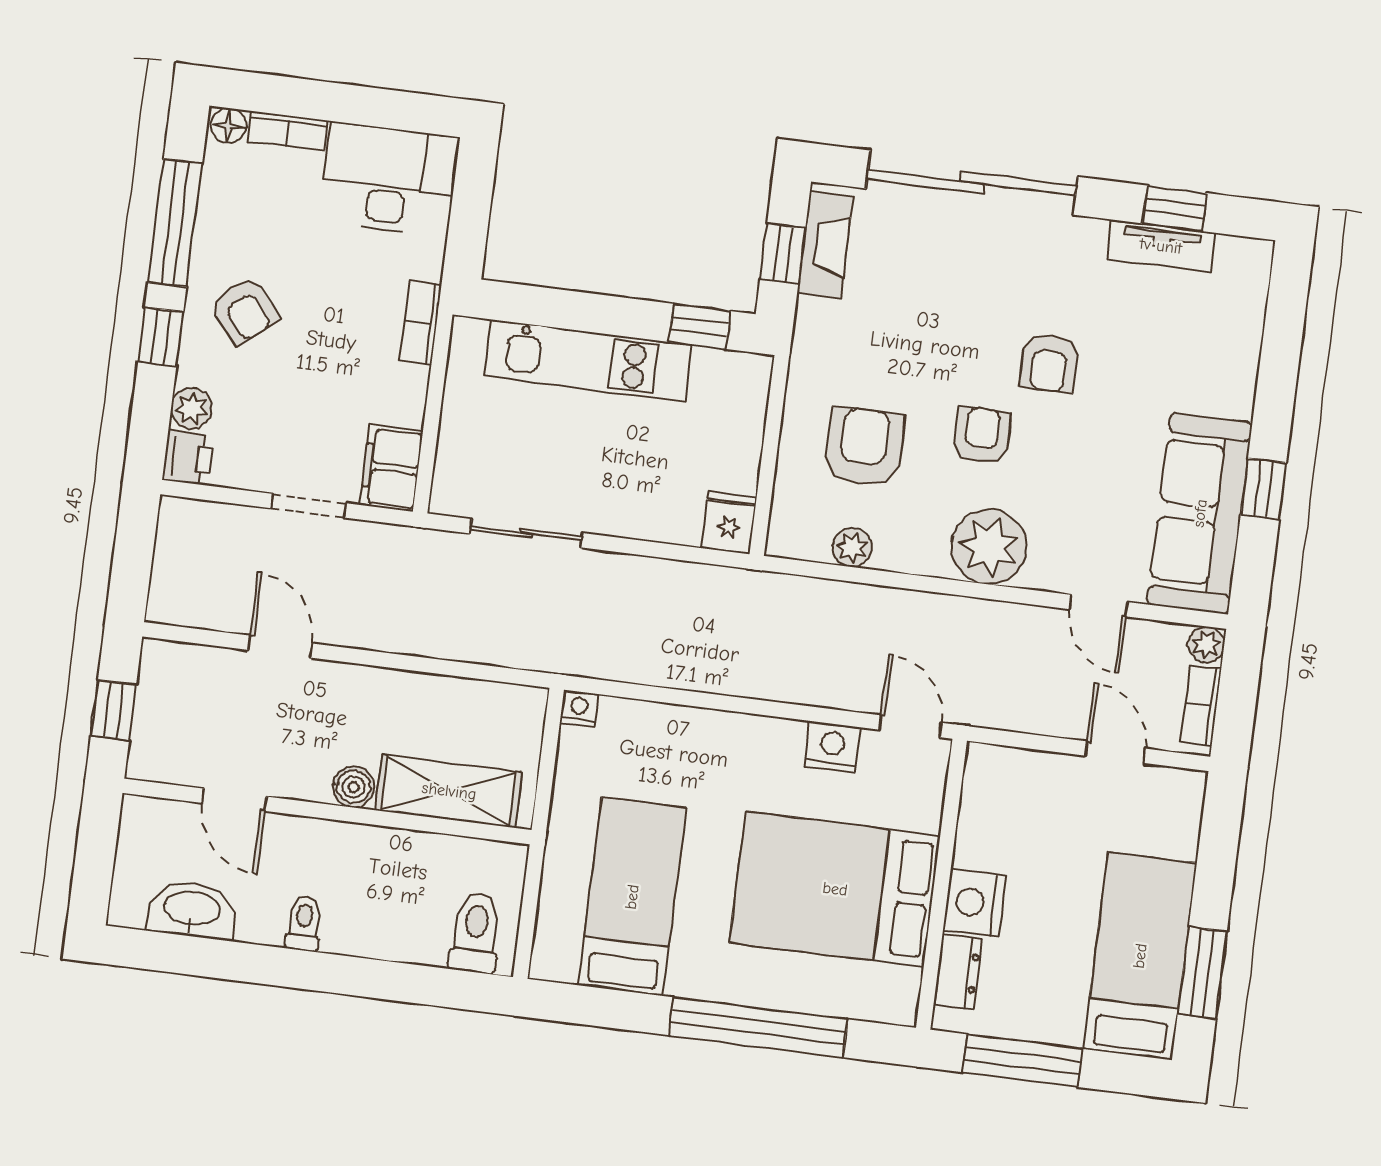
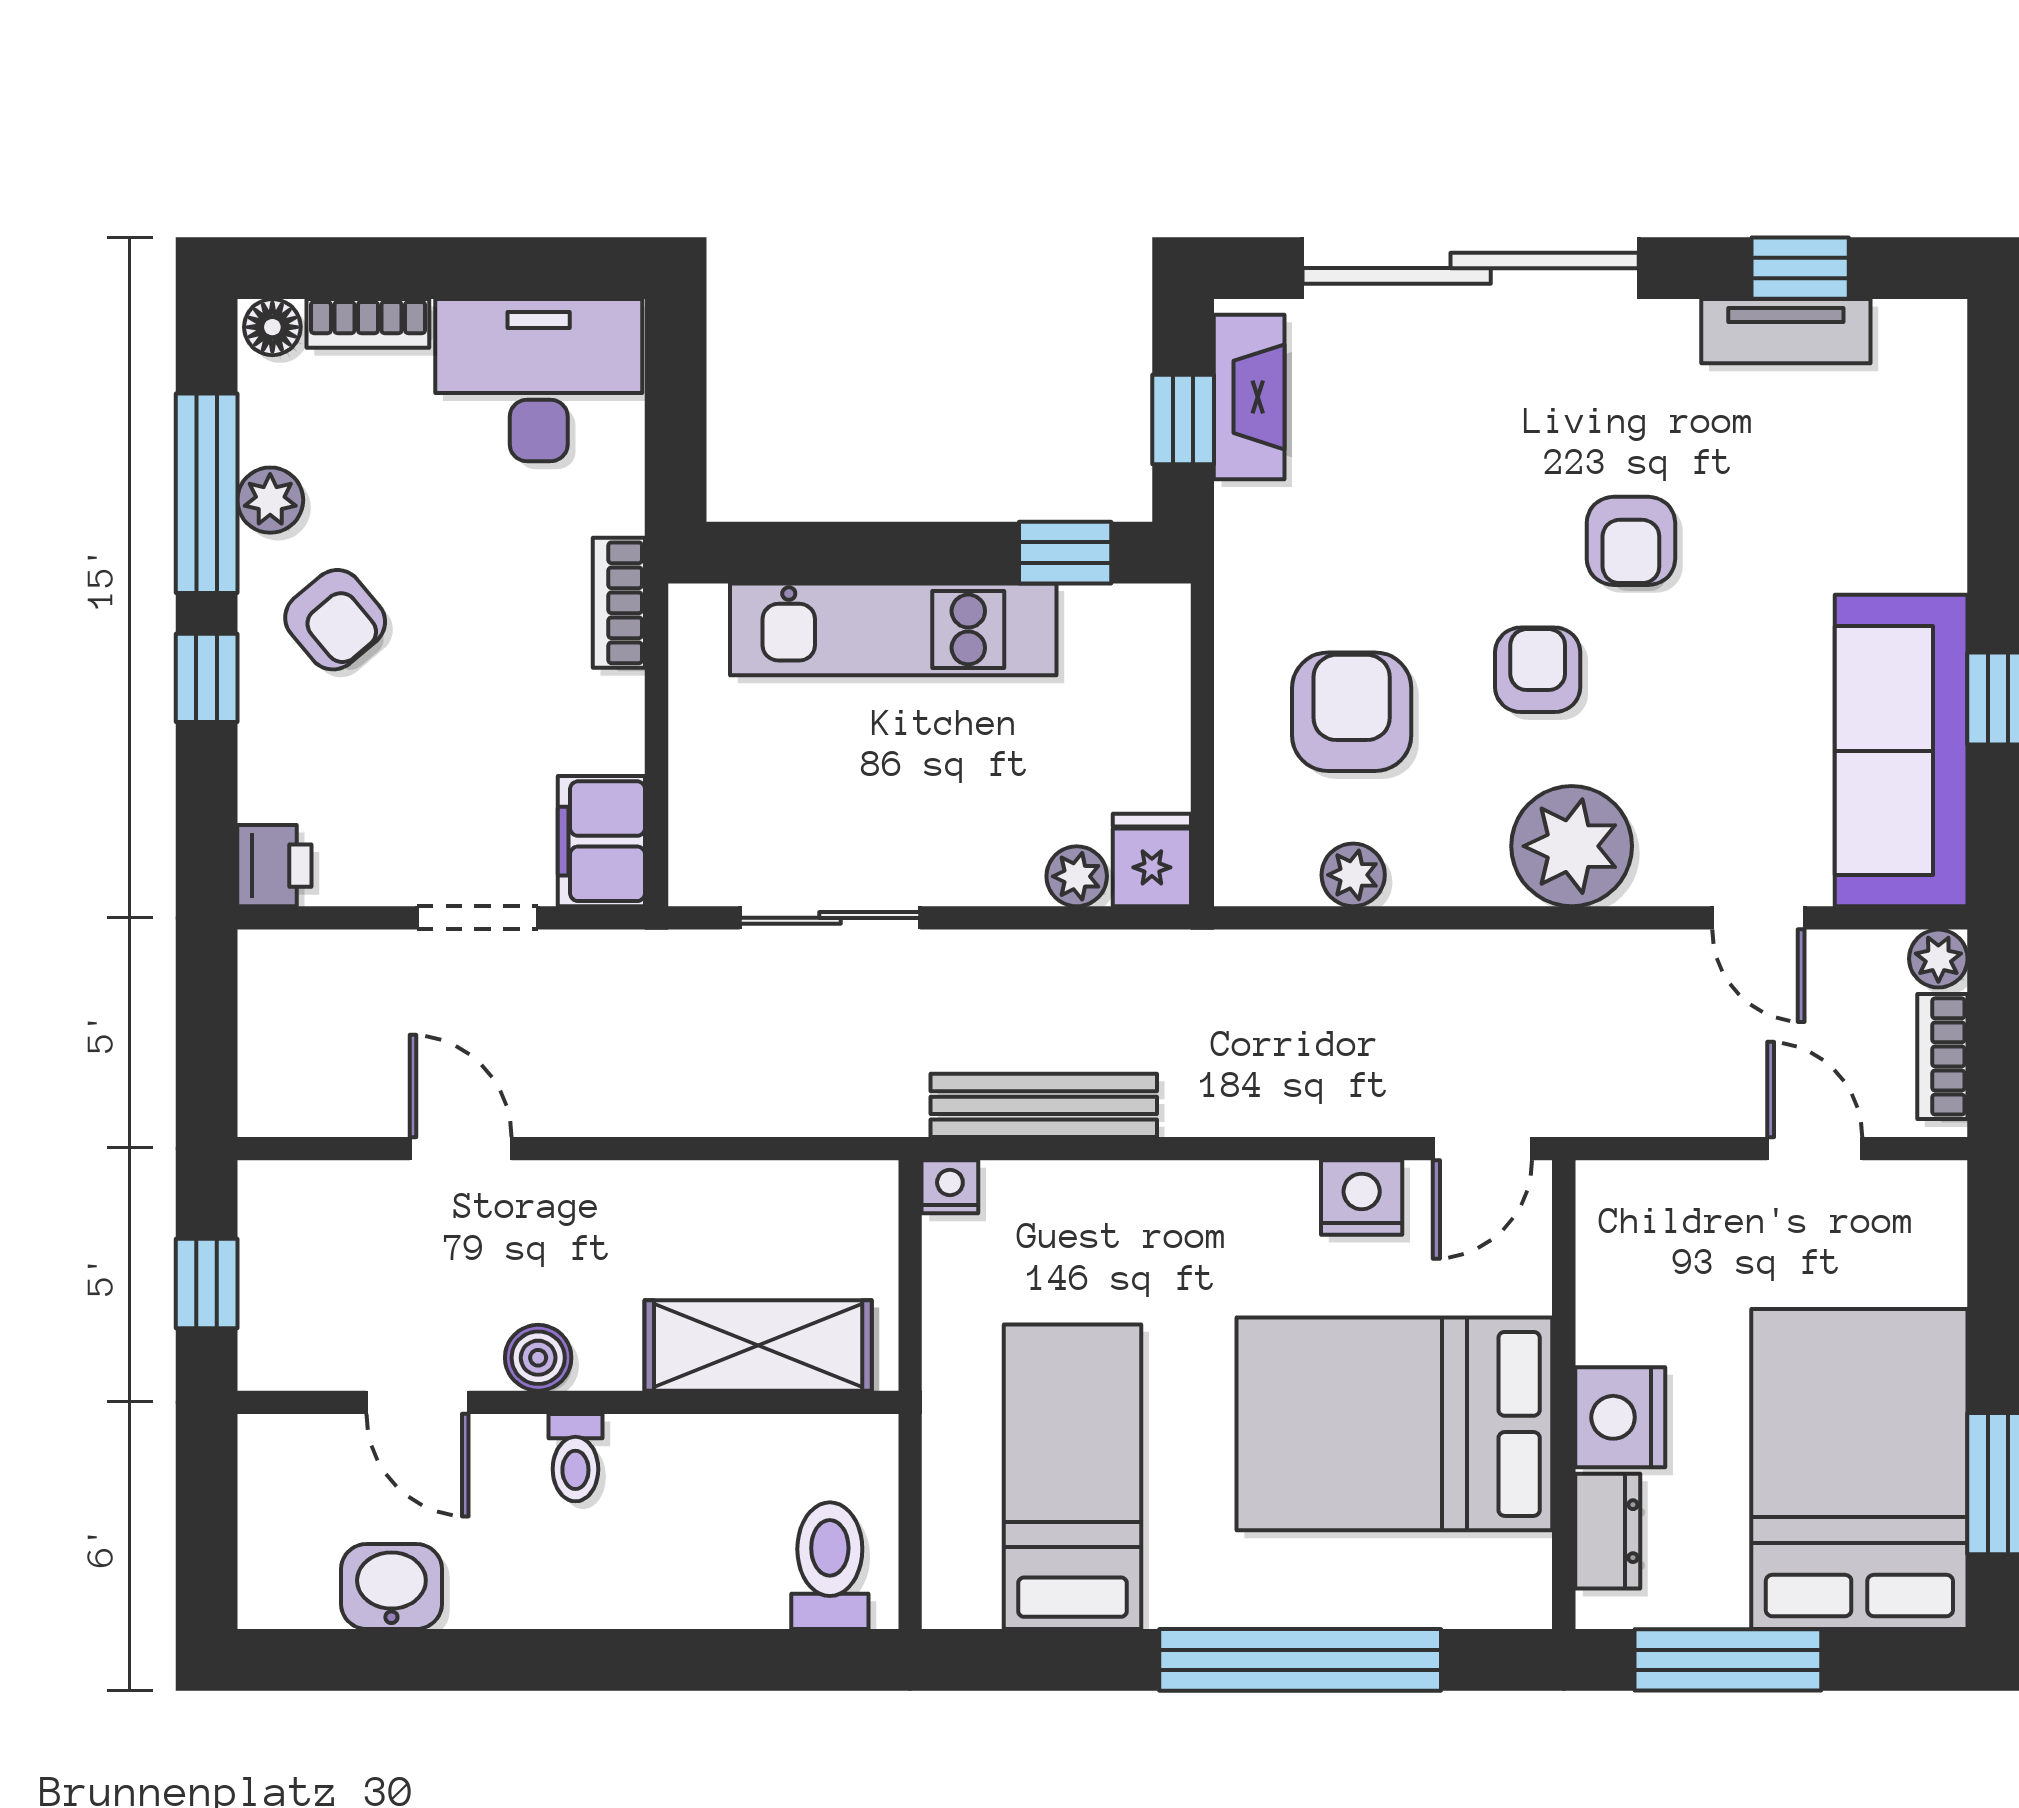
plant: (191, 408) -> (270, 500), moved
plant: (682, 527) -> (1077, 876), added
bench: (643, 665) -> (1044, 1105), added
door: (910, 726) -> (1482, 1149), swing flipped
boiler: (354, 787) -> (538, 1358), moved
washbasin: (192, 910) -> (391, 1586), width x0.72
toilet: (304, 923) -> (575, 1458), moved, turned 180
bed: (1140, 956) -> (1859, 1469), width x1.50

